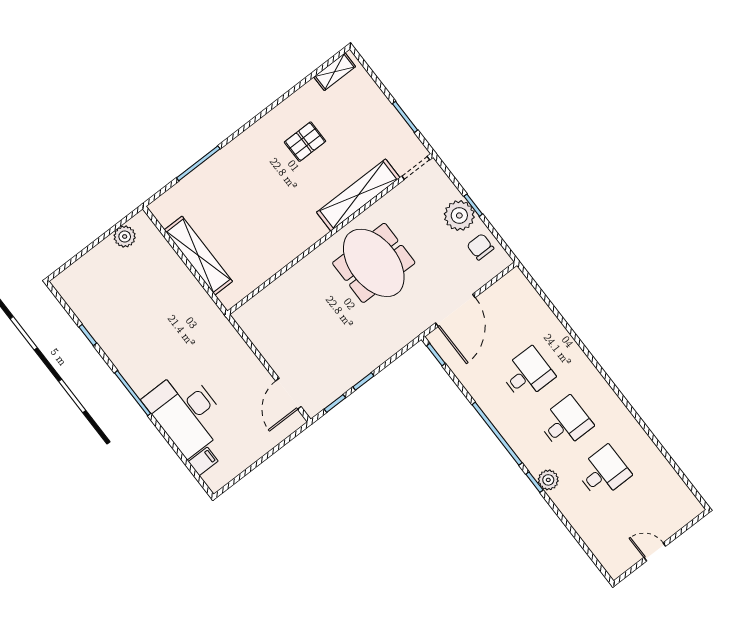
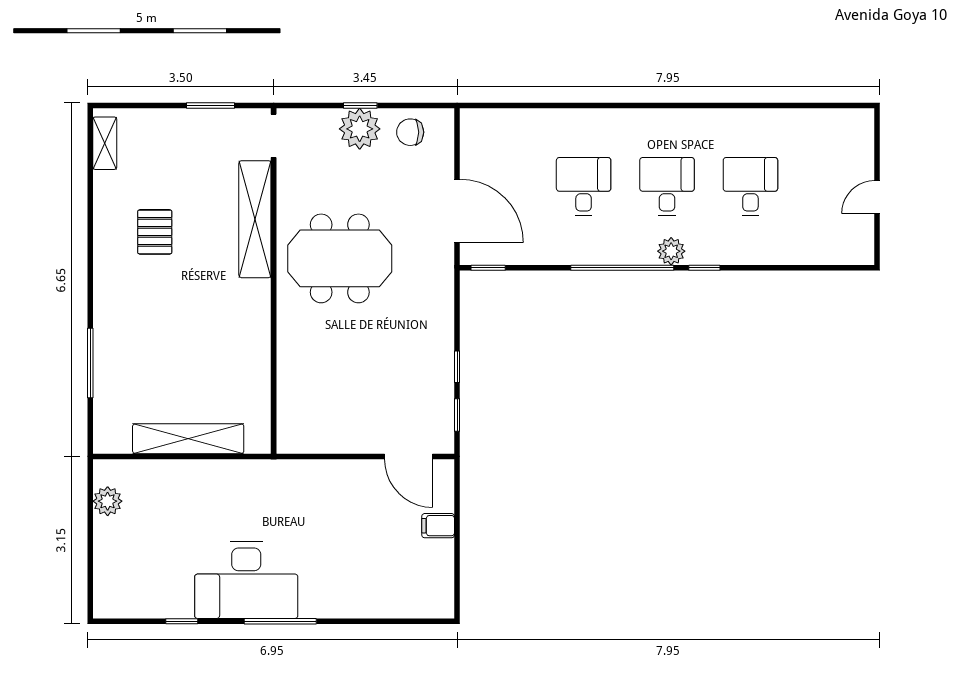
desk: (186, 412) -> (246, 580), moved
filing cabinet: (203, 461) -> (438, 526), moved, turned -90
plant: (548, 480) -> (671, 251), moved

